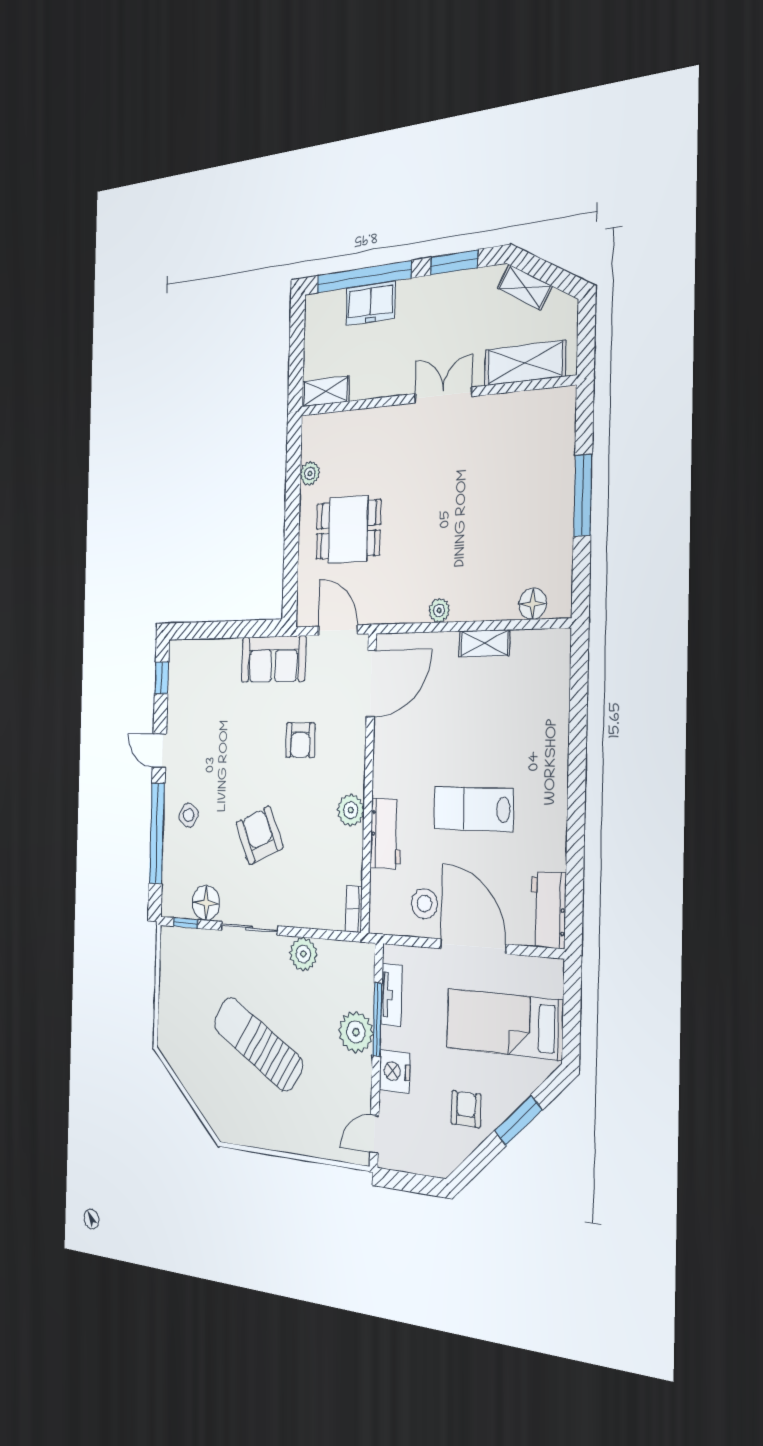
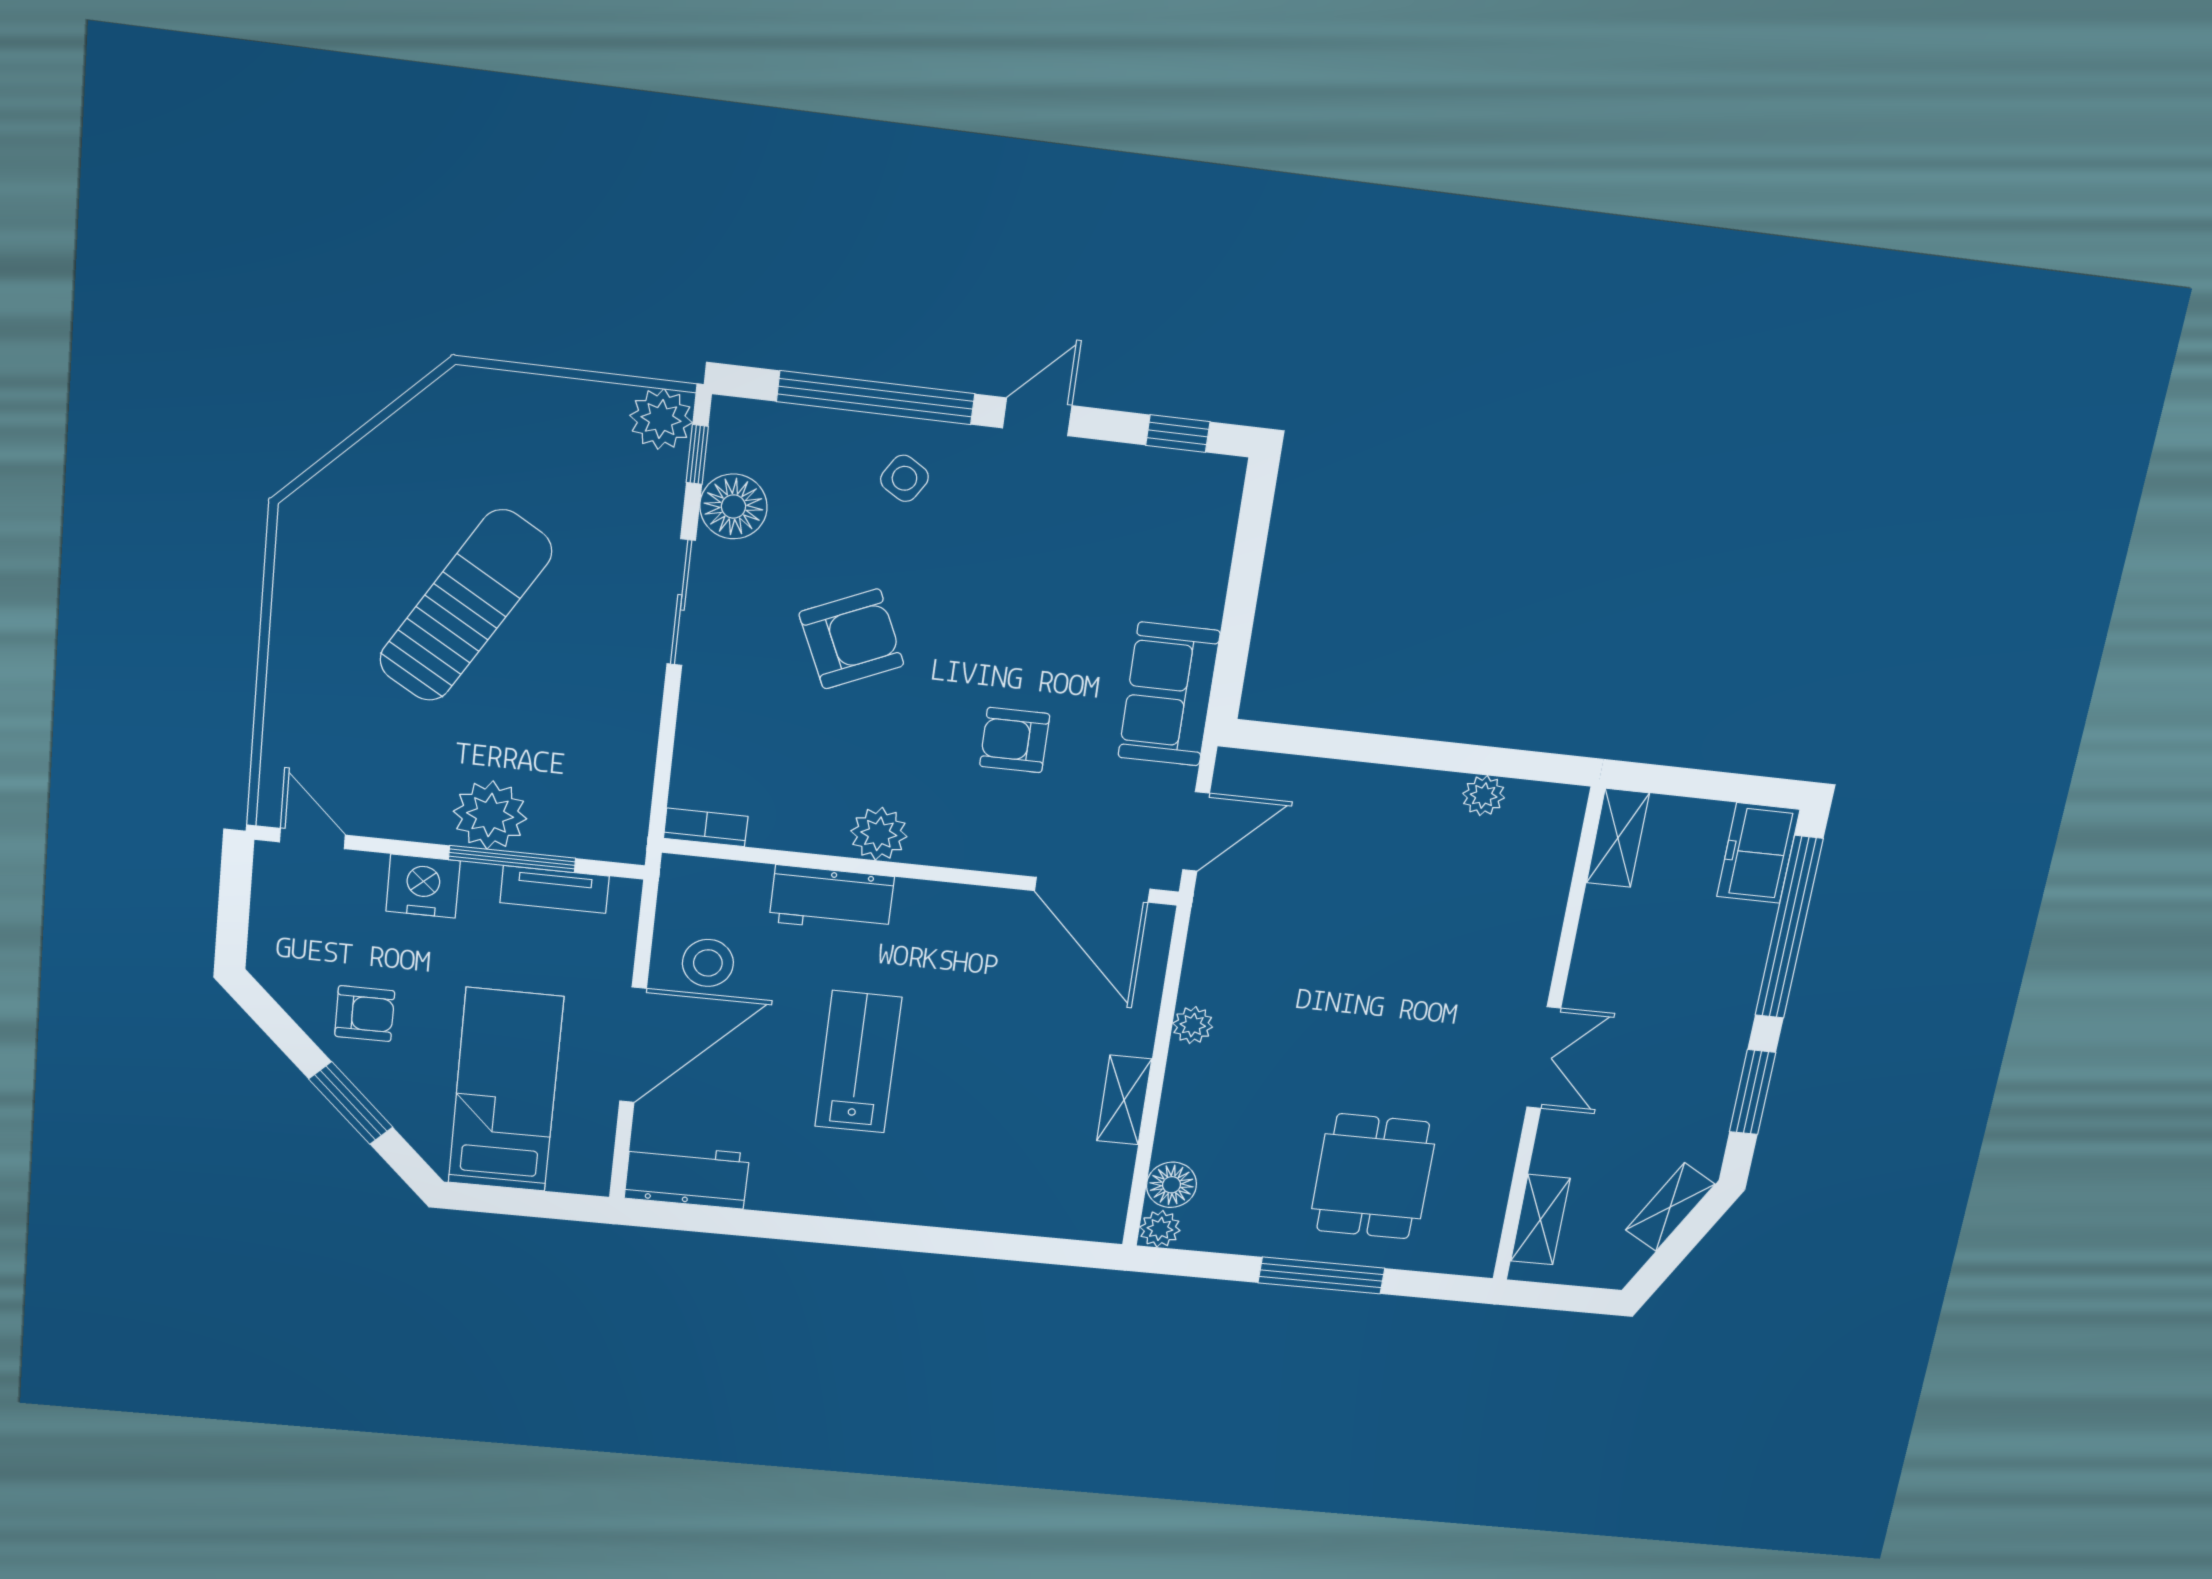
freezer: (371, 303) -> (1758, 853), moved
shelving: (525, 363) -> (1540, 1220), width x0.67, depth x0.75
dining table: (348, 529) -> (1373, 1176), moved
plant: (560, 606) -> (1160, 1229), added
plant: (303, 954) -> (661, 419), moved

